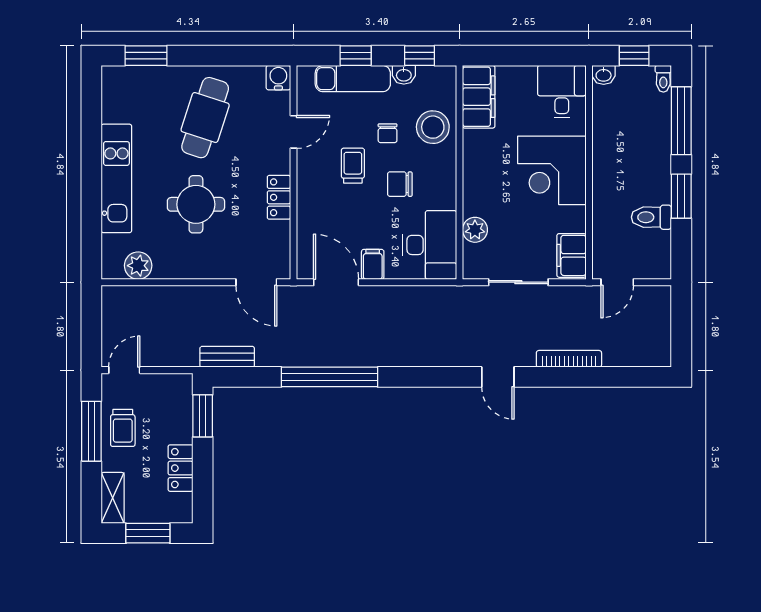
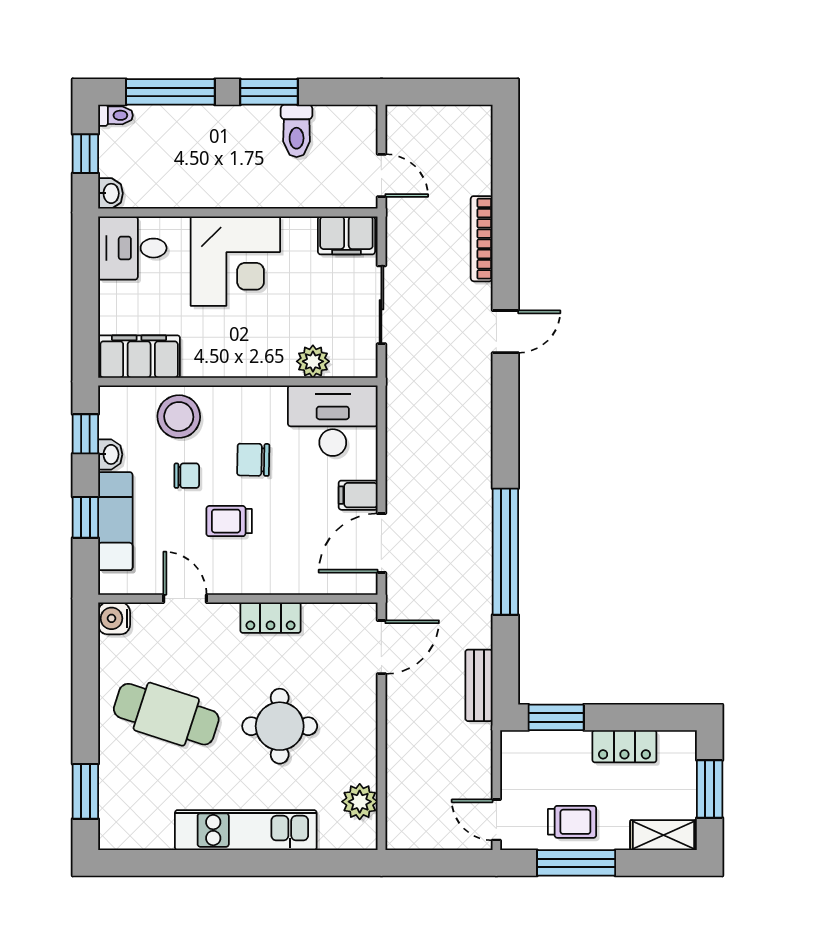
chair: (400, 184) -> (253, 460), turned 91

